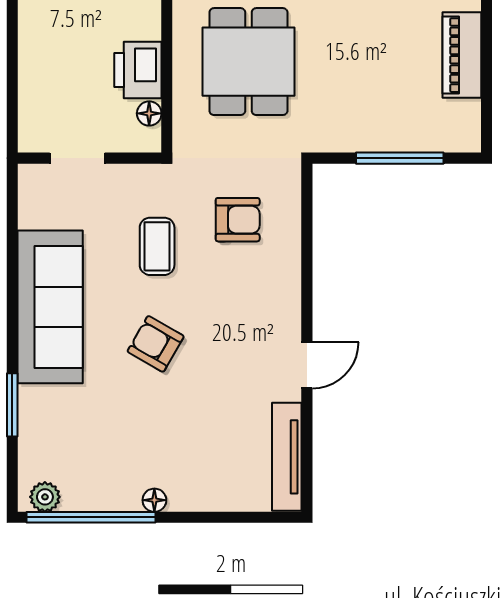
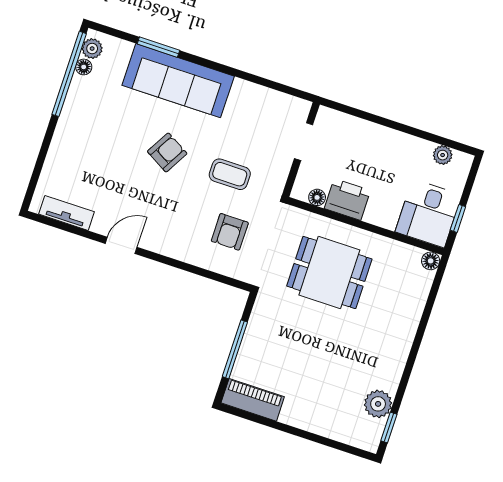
piano: (462, 55) -> (253, 400), moved
sofa: (50, 307) -> (178, 81), moved
door: (307, 365) -> (121, 245), swing flipped
tv unit: (287, 457) -> (66, 213), width x0.71
floor lamp: (154, 500) -> (84, 67), moved

